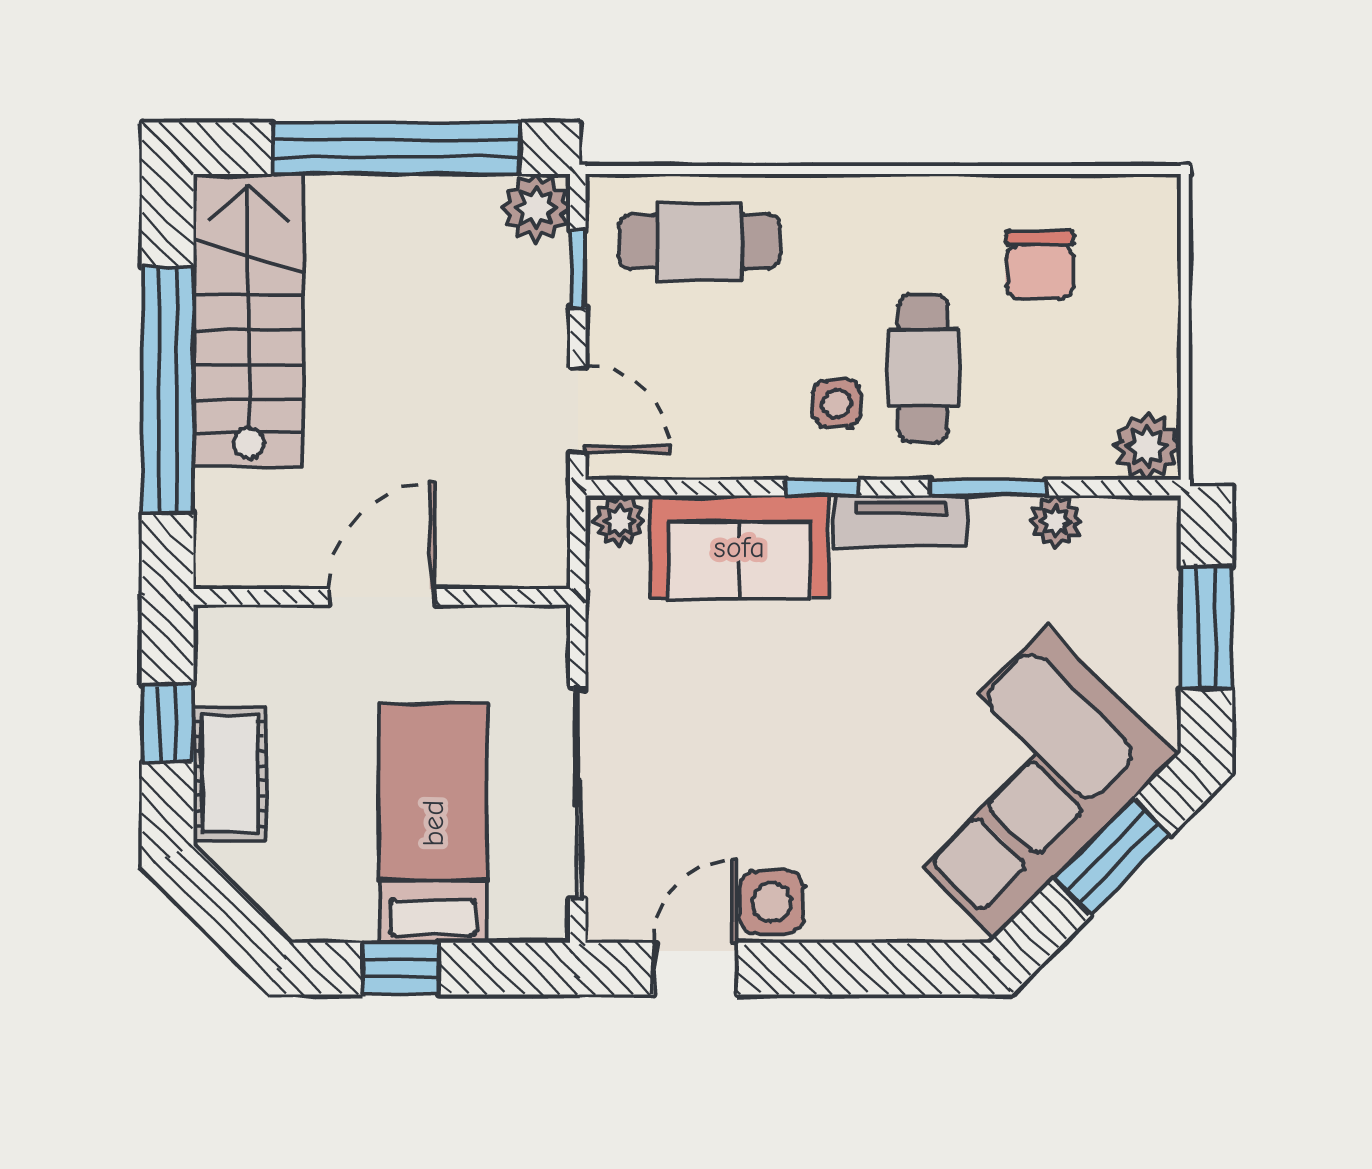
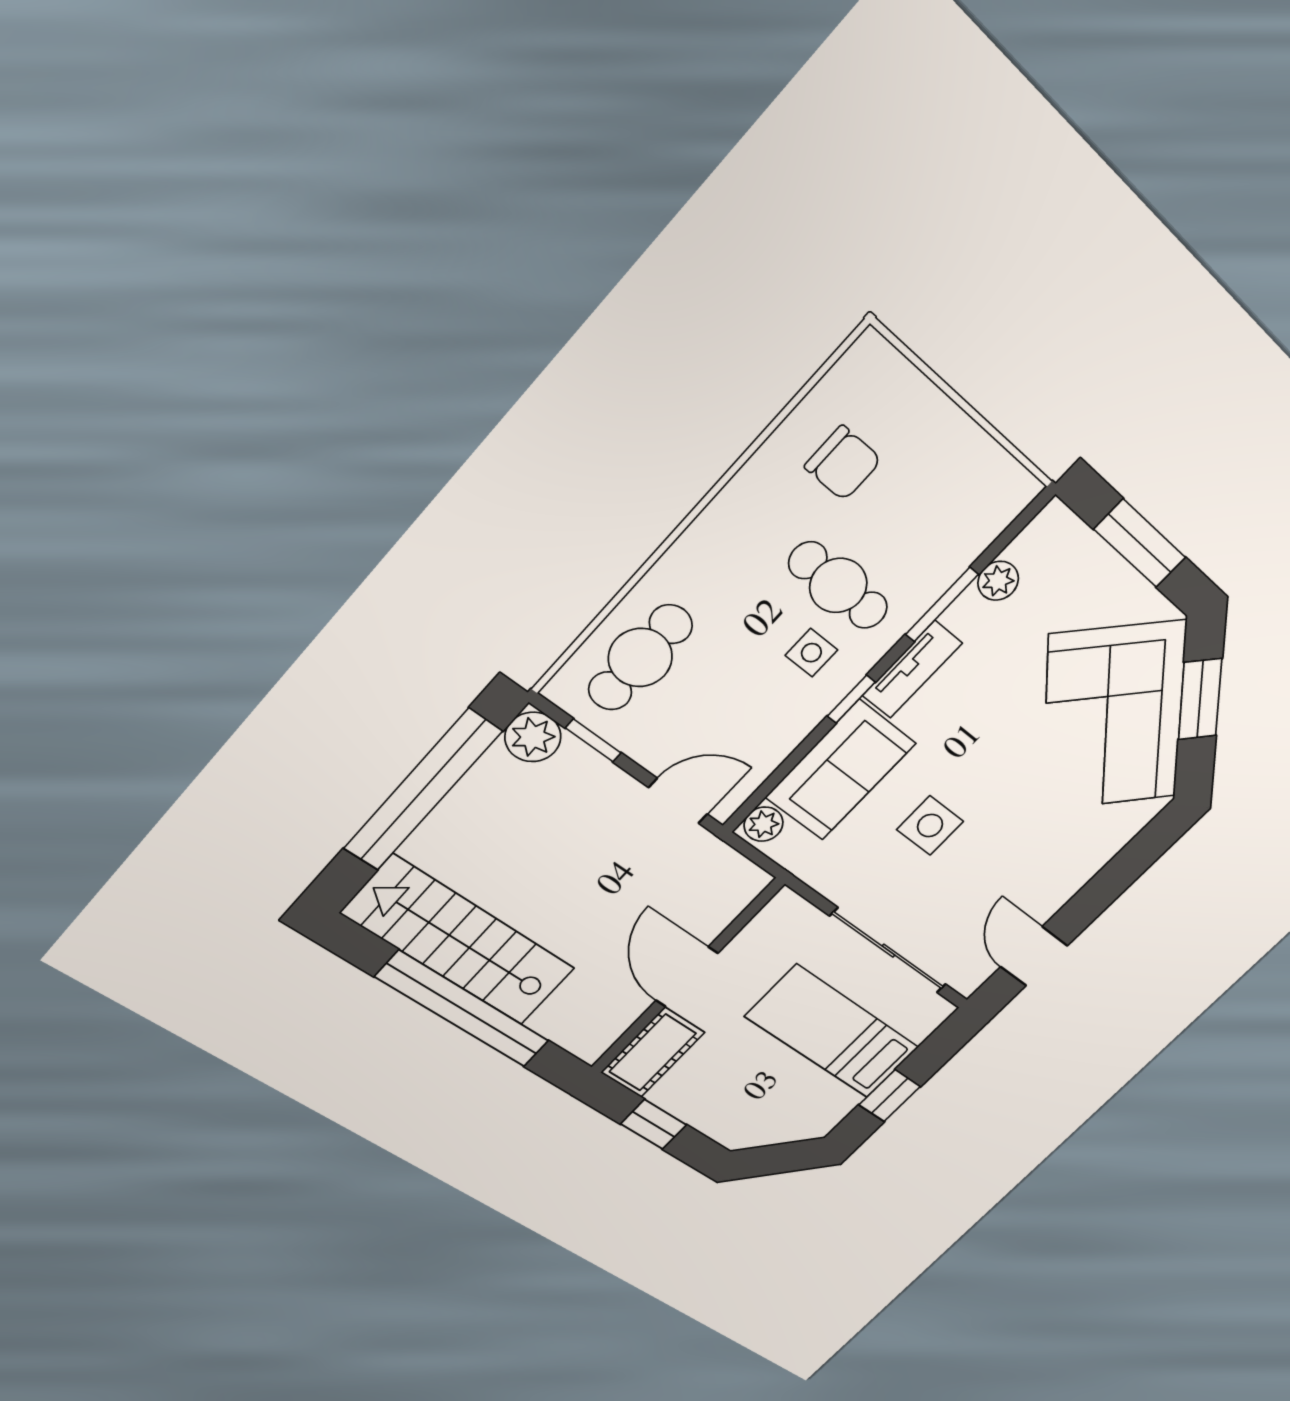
plant: (1147, 446) -> (1009, 490), removed
cot: (230, 774) -> (653, 1053), moved, turned 90
side table: (772, 902) -> (930, 825), moved

